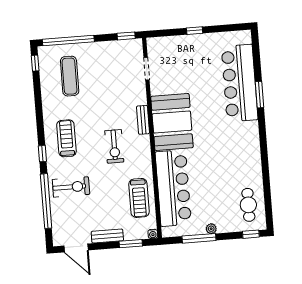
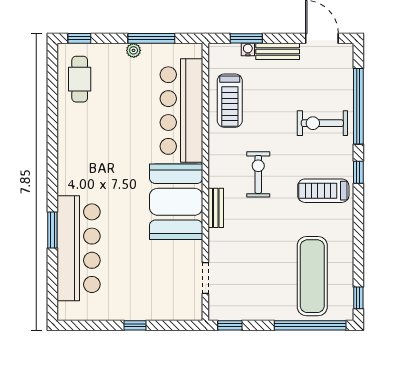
exercise mat: (70, 76) -> (312, 276), width x1.36, depth x1.45
treadmill: (66, 138) -> (323, 191), turned 90
treadmill: (139, 198) -> (230, 101), turned 180
water cooler: (153, 234) -> (248, 50), moved

